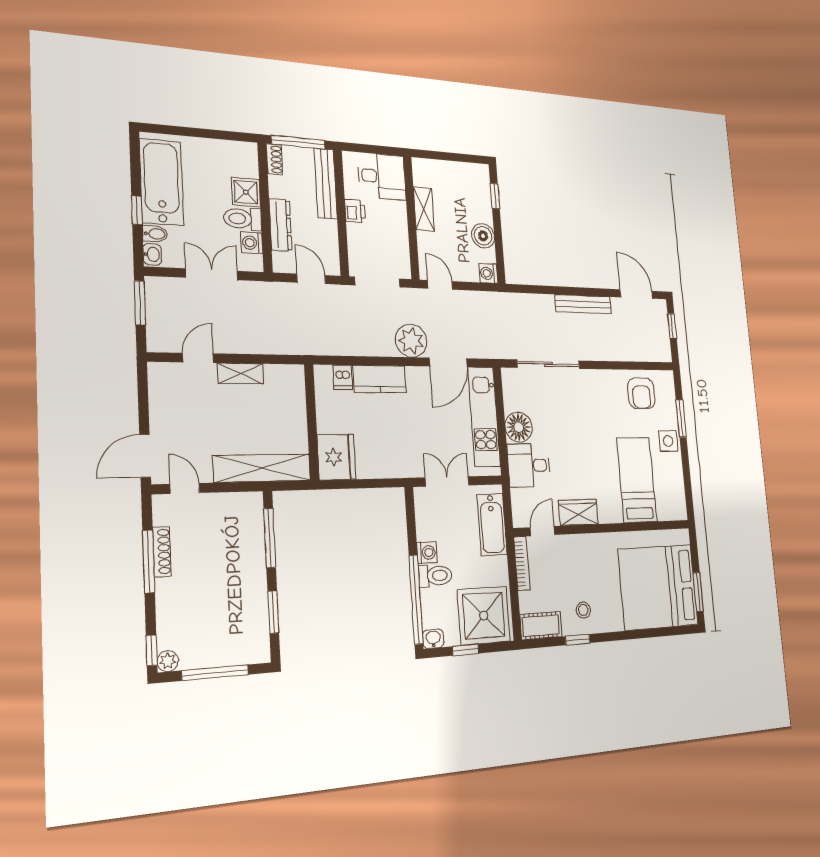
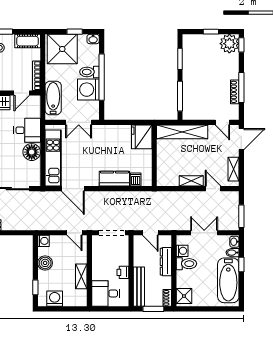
window: (298, 142) -> (153, 309), width x0.69
washing machine: (464, 175) -> (55, 299), added
shower: (246, 192) -> (184, 296), moved
double door: (212, 274) -> (204, 233), swing flipped
plant: (411, 341) -> (94, 200), removed
door: (198, 358) -> (213, 189), swing flipped
door: (448, 362) -> (73, 189), swing flipped
shelving: (159, 396) -> (233, 169), added
washing machine: (427, 553) -> (88, 90), width x1.89, depth x1.89
window: (416, 599) -> (102, 77), moved
plant: (168, 661) -> (229, 44), width x1.88, depth x1.88
window: (215, 673) -> (211, 32), width x0.46

